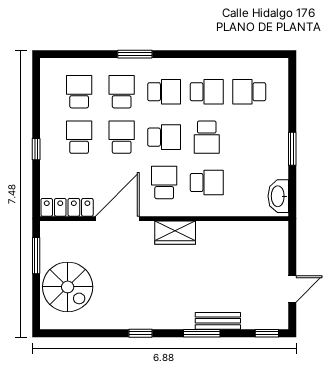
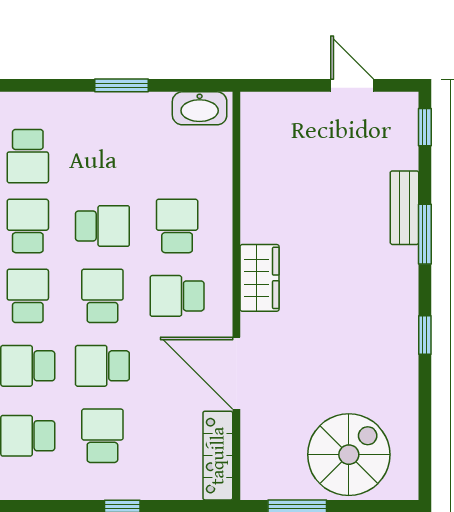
school desk: (79, 137) -> (102, 436), turned 90

